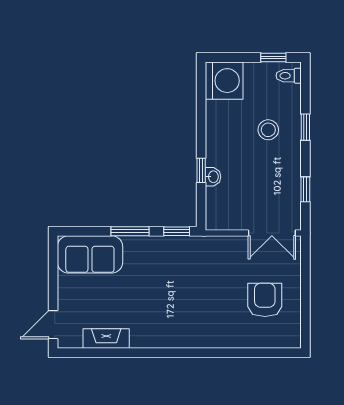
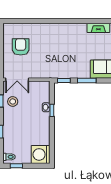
stool: (268, 130) -> (13, 101), moved
double door: (272, 233) -> (17, 80), swing flipped
armchair: (265, 300) -> (21, 47), turned 180

